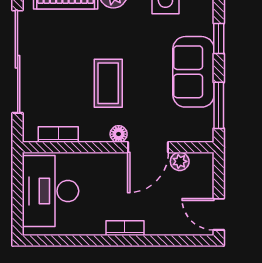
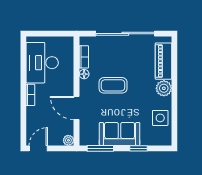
floor lamp: (119, 134) -> (84, 74), moved
plant: (180, 161) -> (68, 140), moved
desk: (50, 191) -> (42, 63), moved, turned -90

